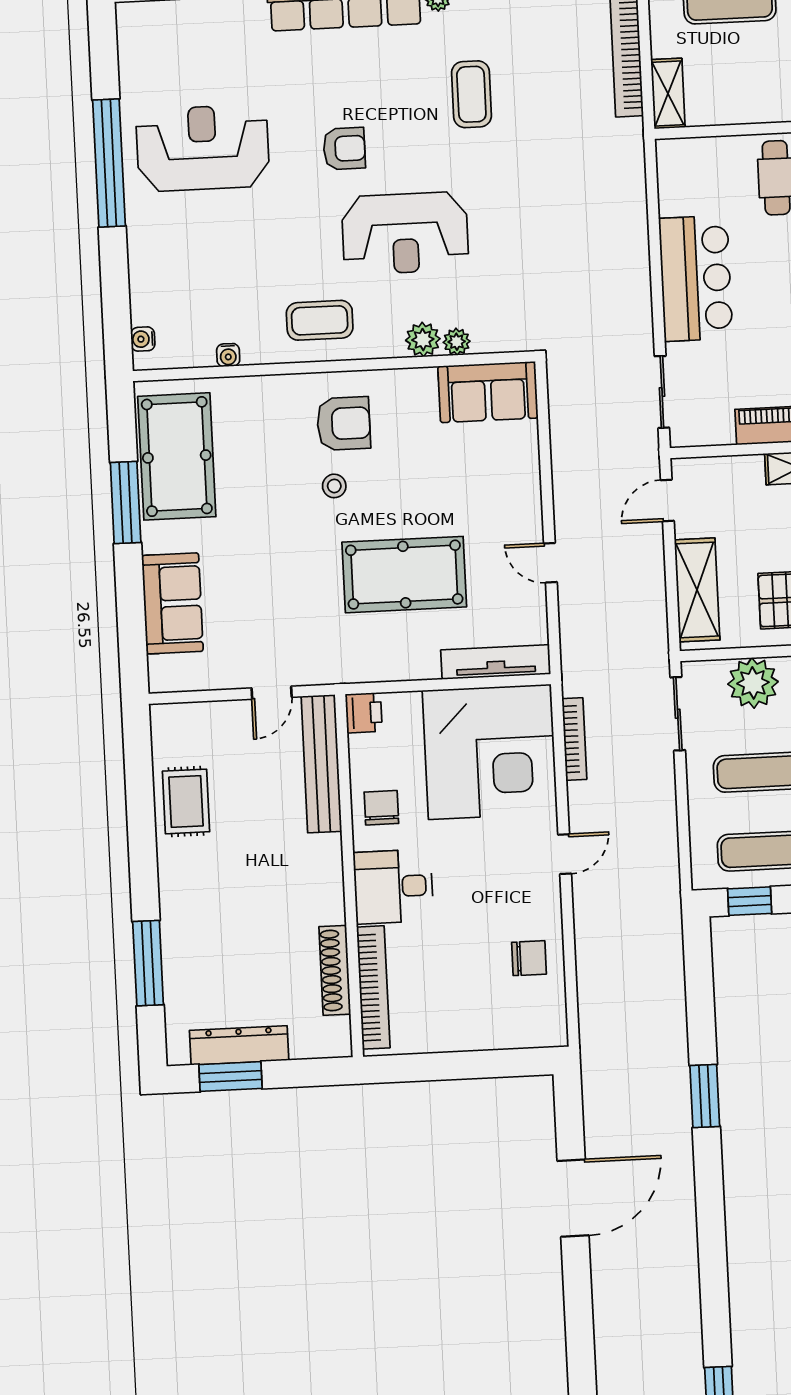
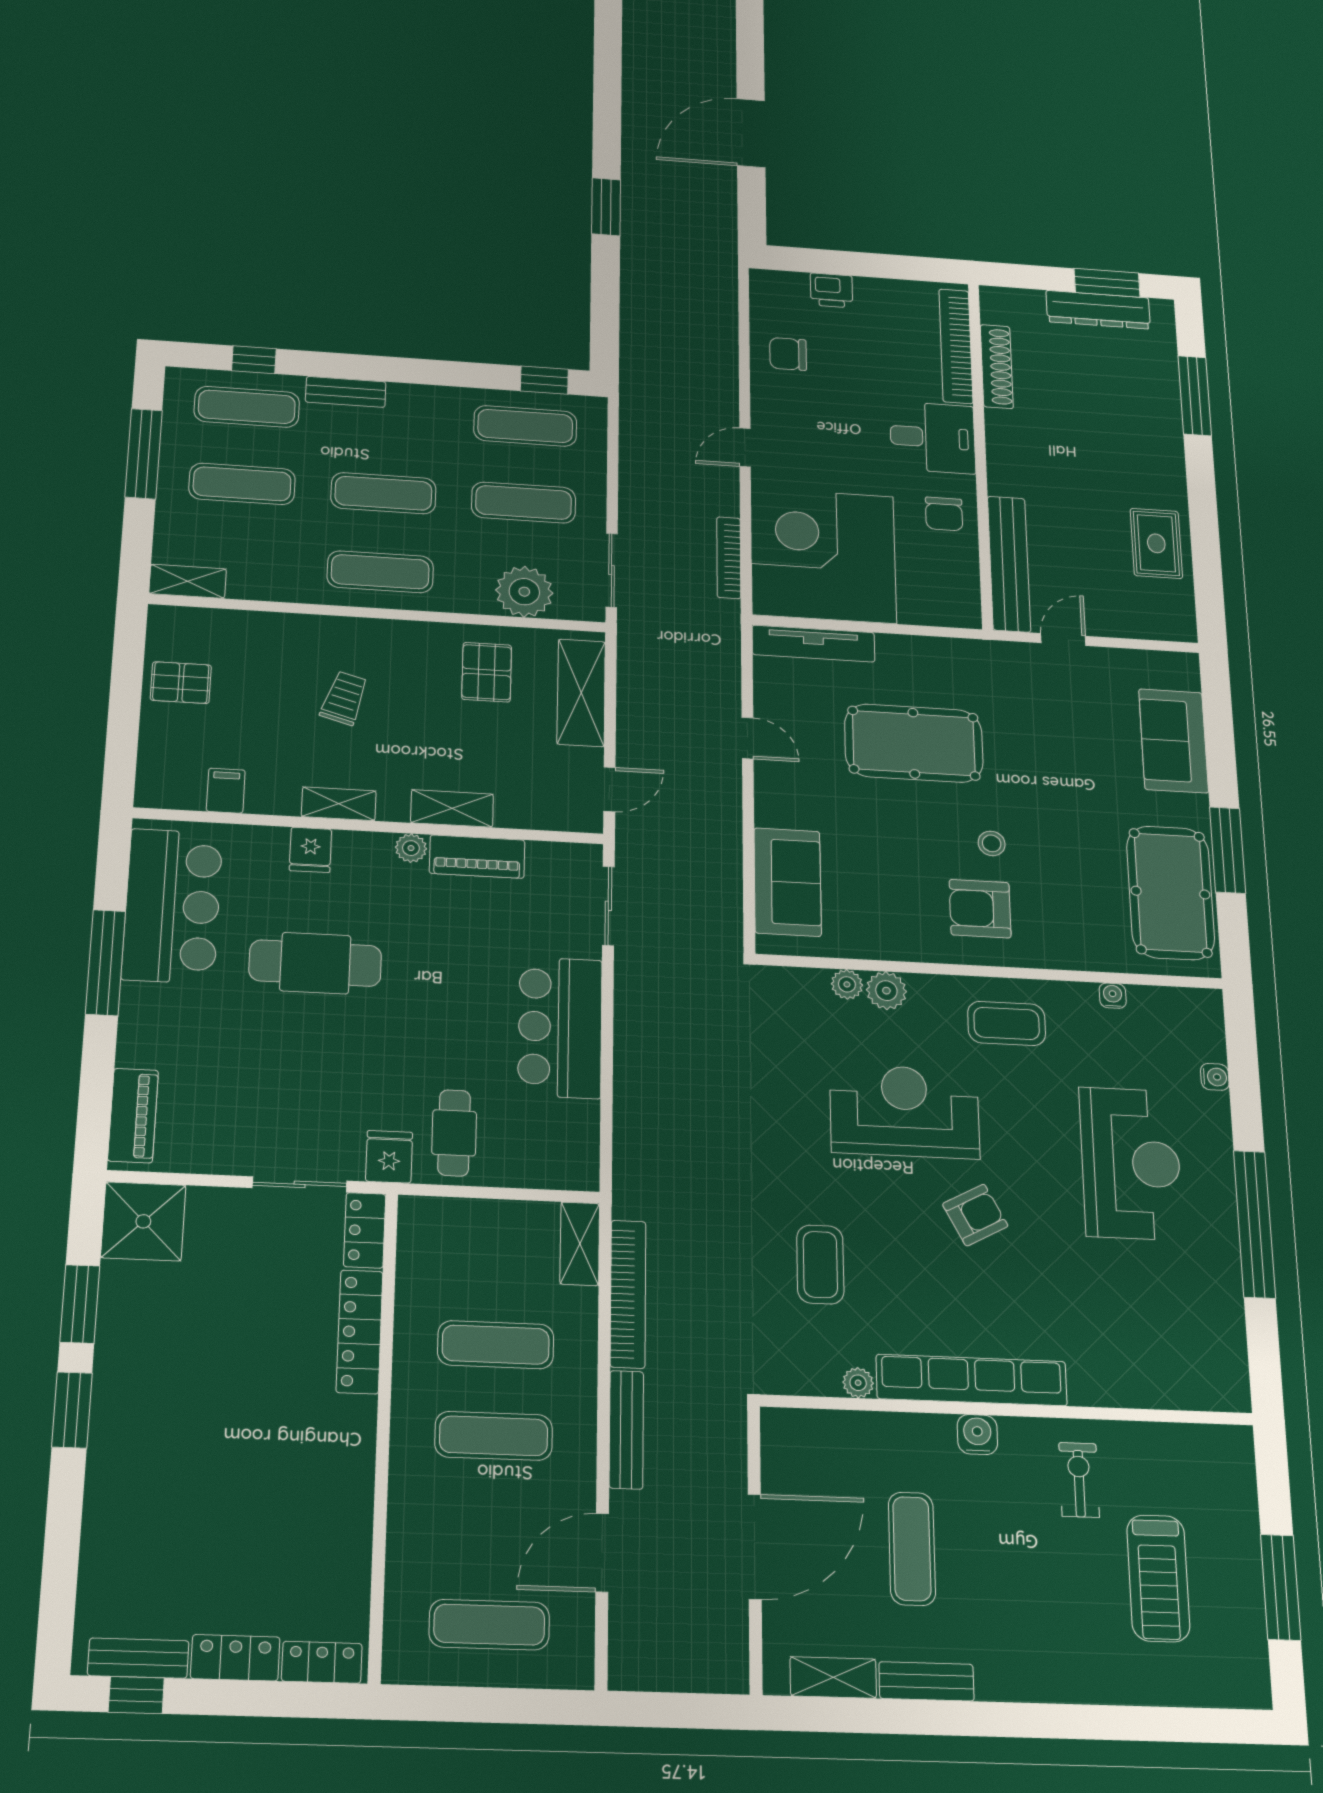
reception desk: (203, 148) -> (1131, 1163), moved, turned -90
armchair: (344, 149) -> (975, 1215), turned 152
water cooler: (143, 339) -> (1215, 1077), moved
sofa: (488, 392) -> (788, 882), moved, turned 90
printer: (364, 713) -> (831, 290), moved, turned -90

